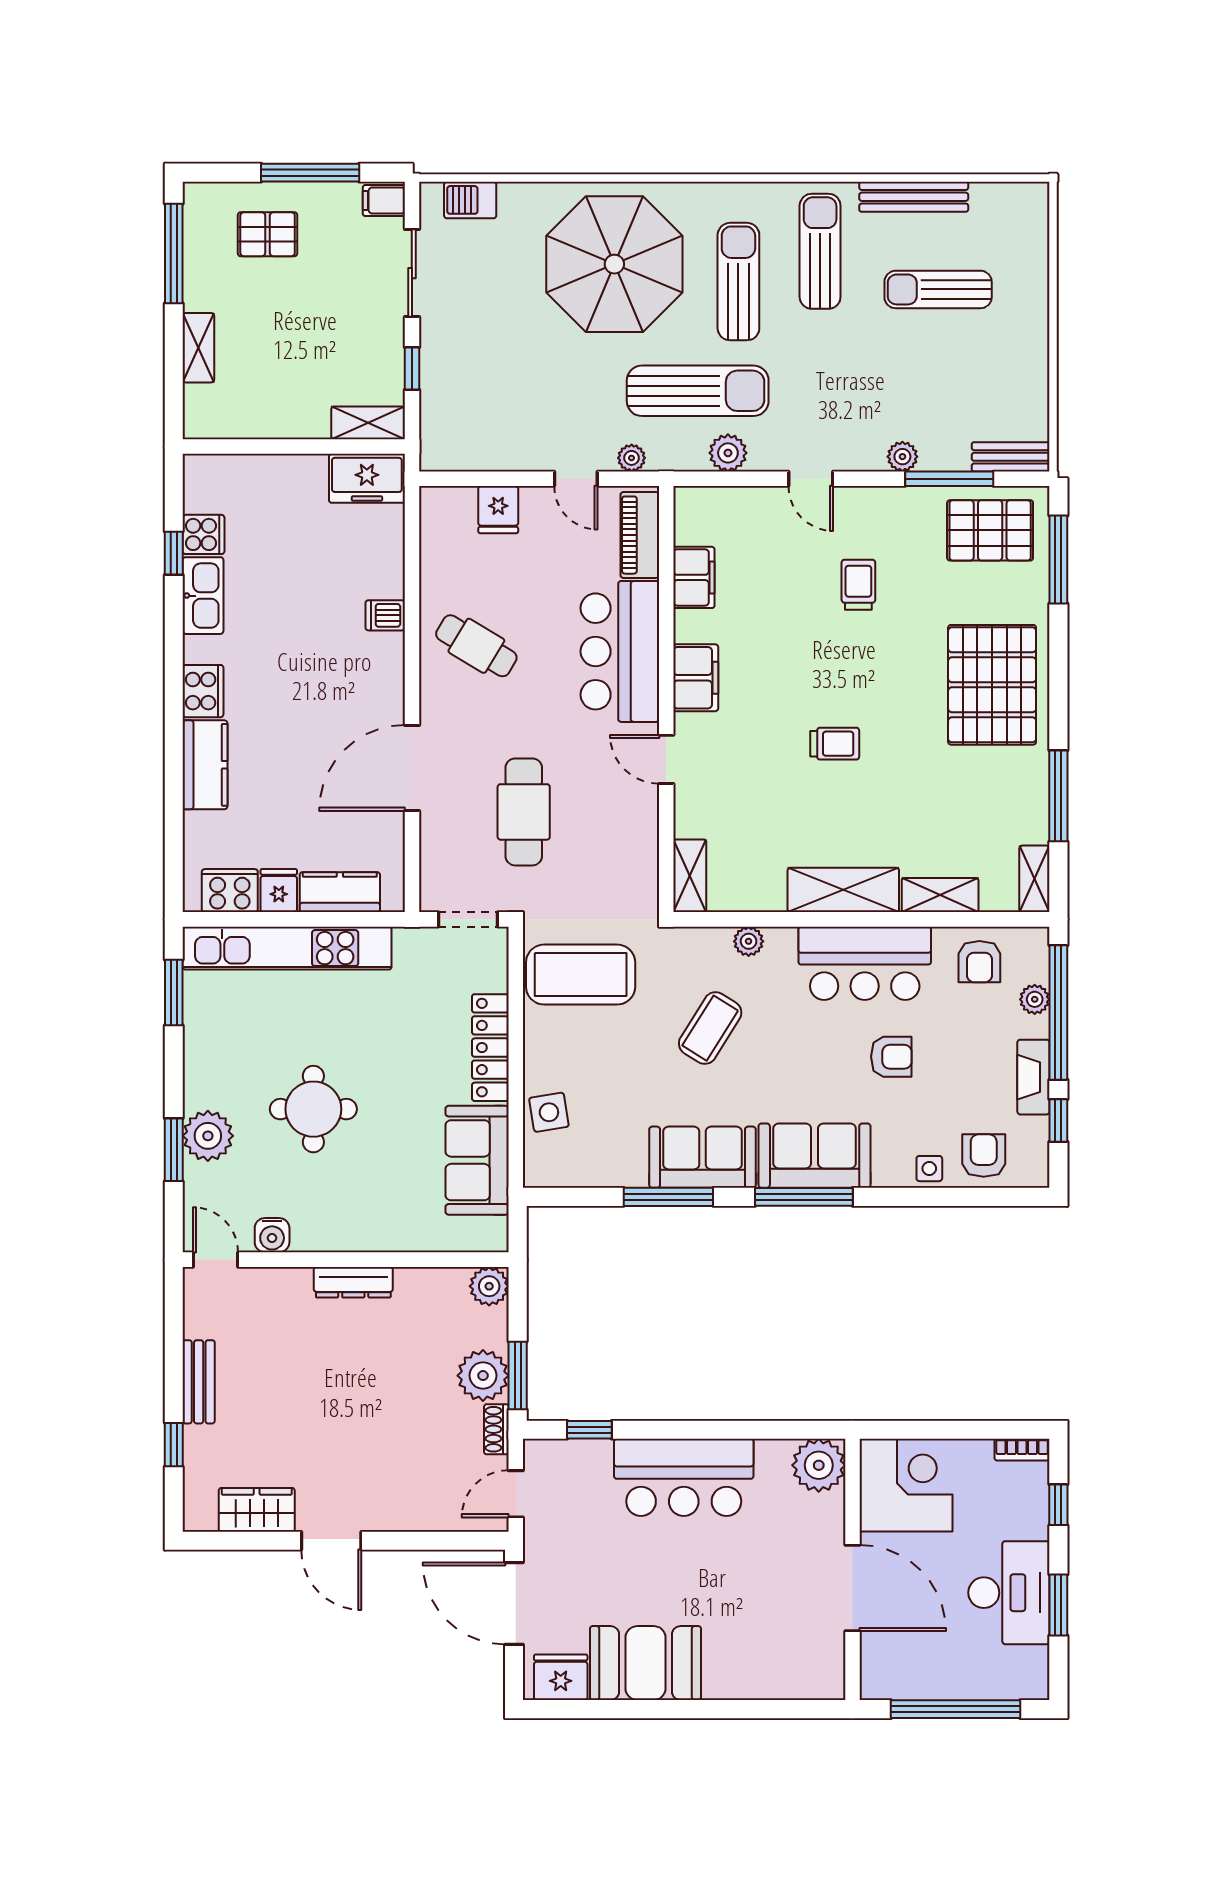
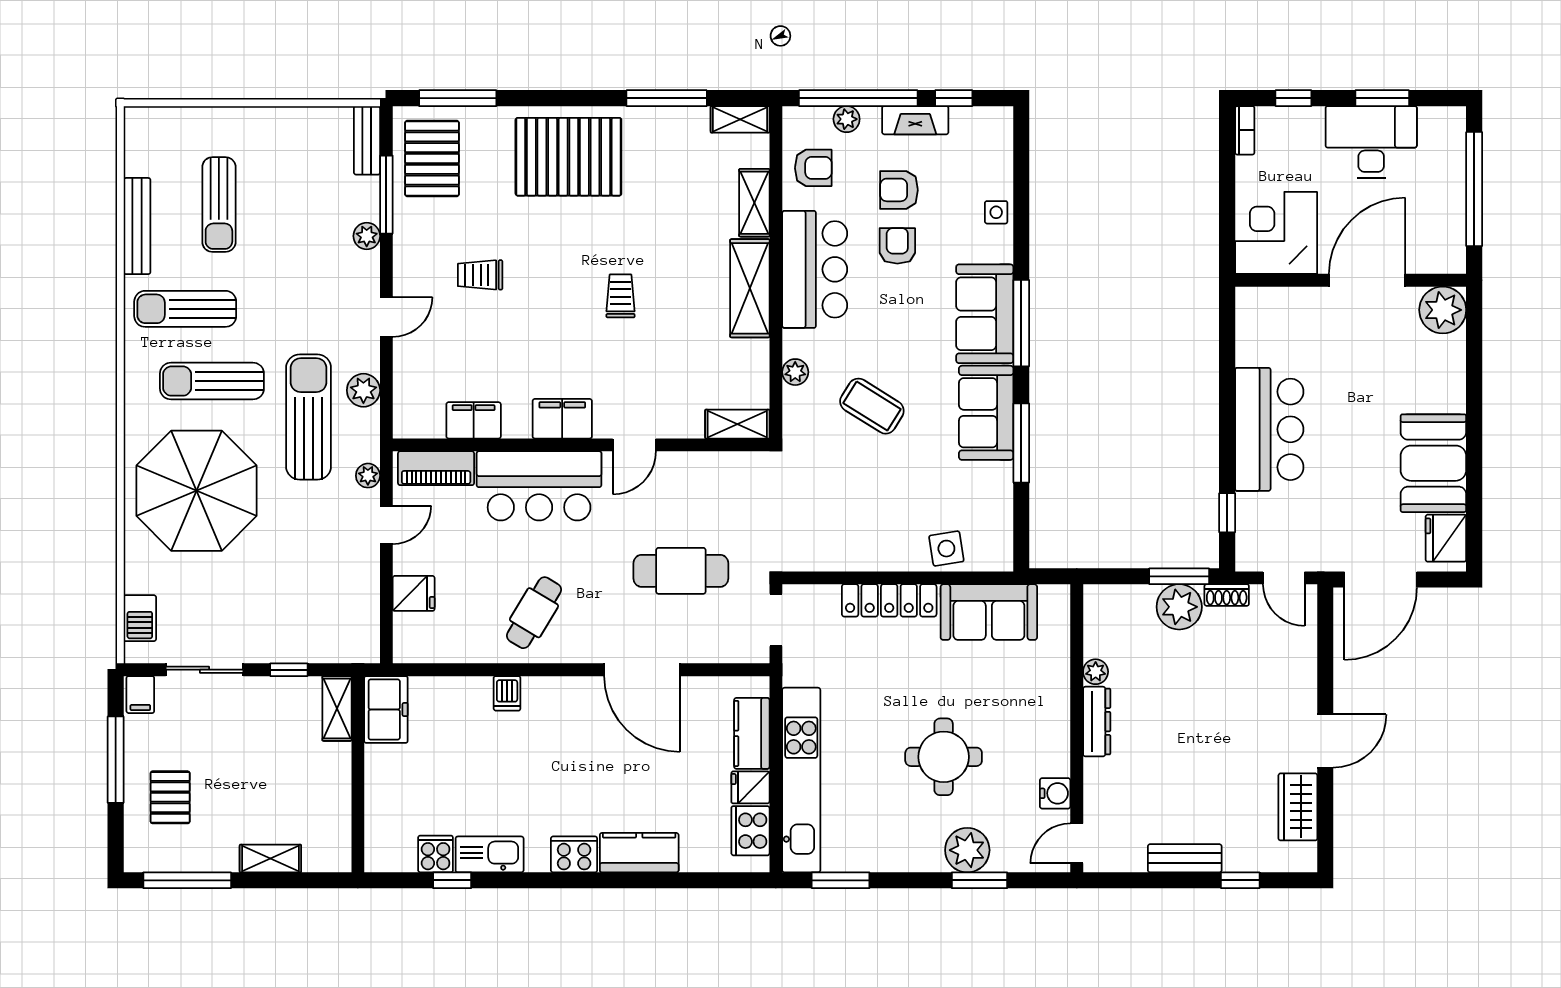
coffee table: (581, 975) -> (825, 521), removed
armchair: (984, 1156) -> (899, 190), moved
plant: (489, 1286) -> (1096, 672), moved, width x0.73, depth x0.73
plant: (819, 1465) -> (1443, 310), moved

